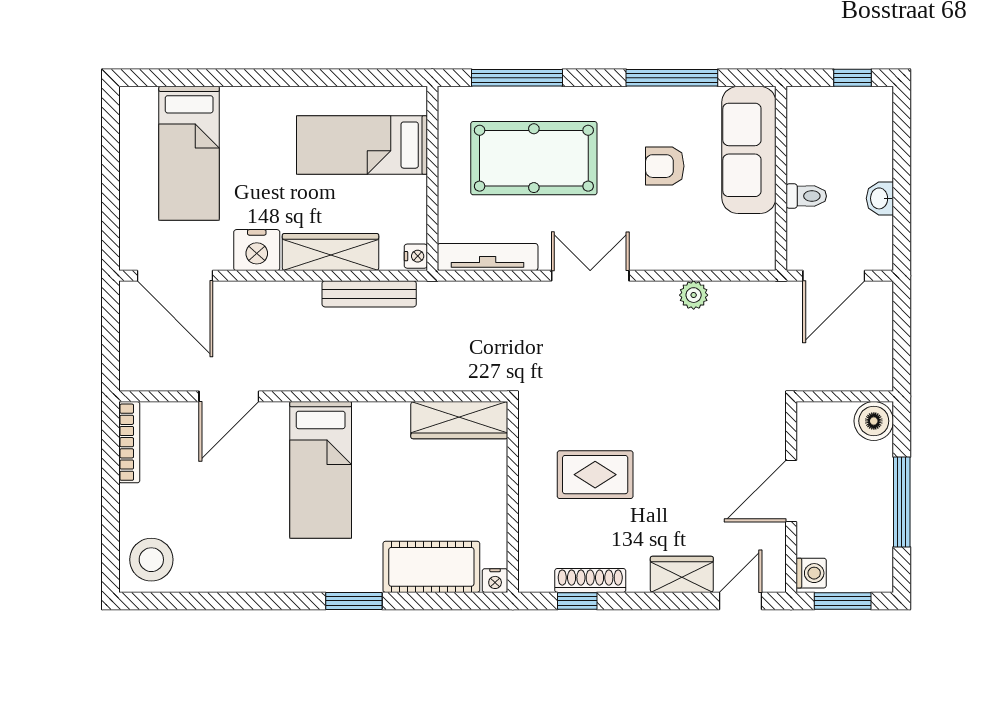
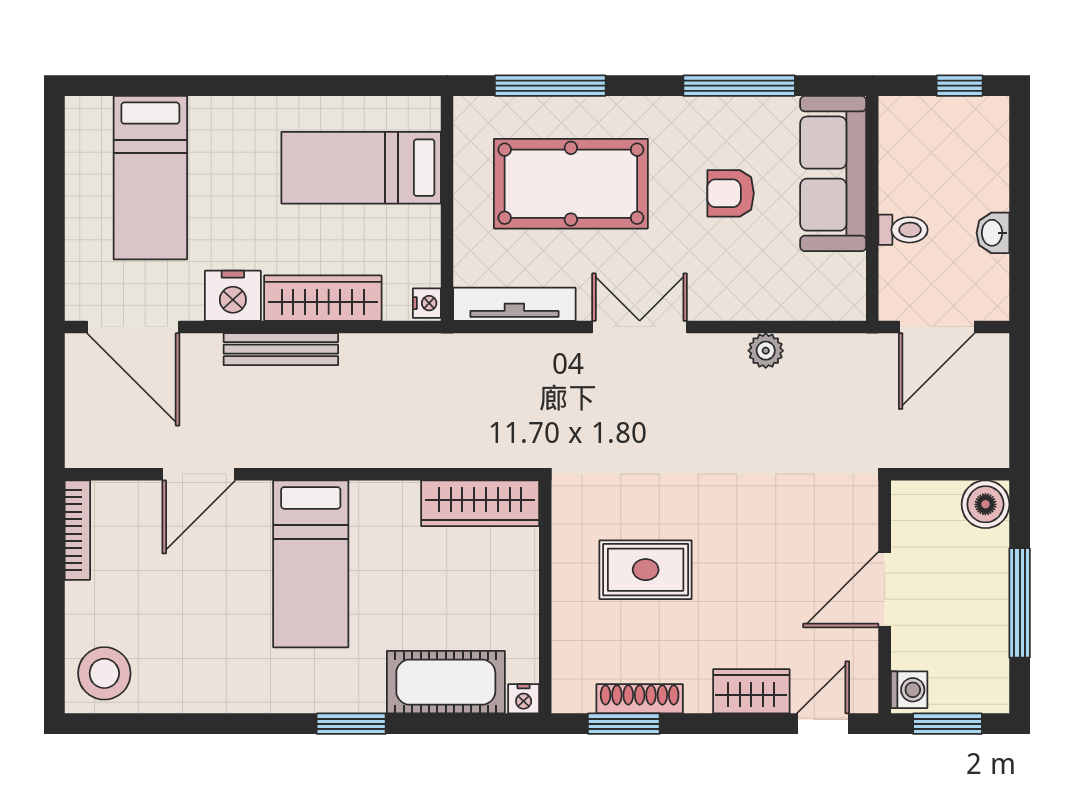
bench: (369, 294) -> (281, 349), moved
window: (577, 601) -> (624, 724), width x1.50

